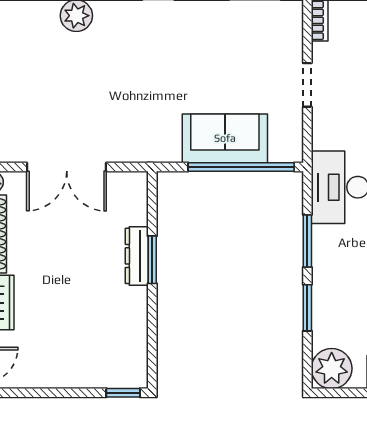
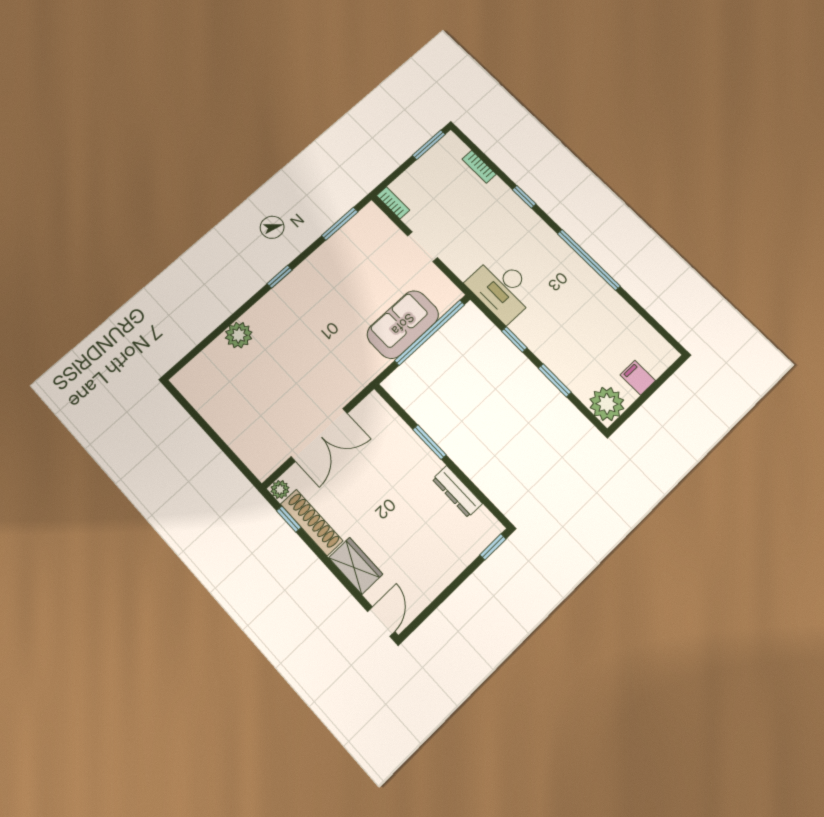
window: (307, 241) -> (514, 339), width x0.67
dresser: (137, 256) -> (457, 491), moved

